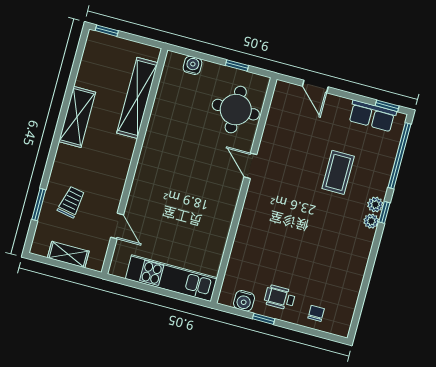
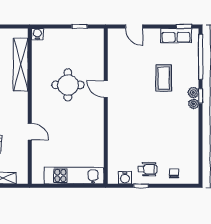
water cooler: (193, 65) -> (37, 34), moved
round table: (236, 110) -> (68, 85), moved
door: (117, 226) -> (30, 132), moved
wheelchair: (280, 297) -> (147, 169), turned 180

